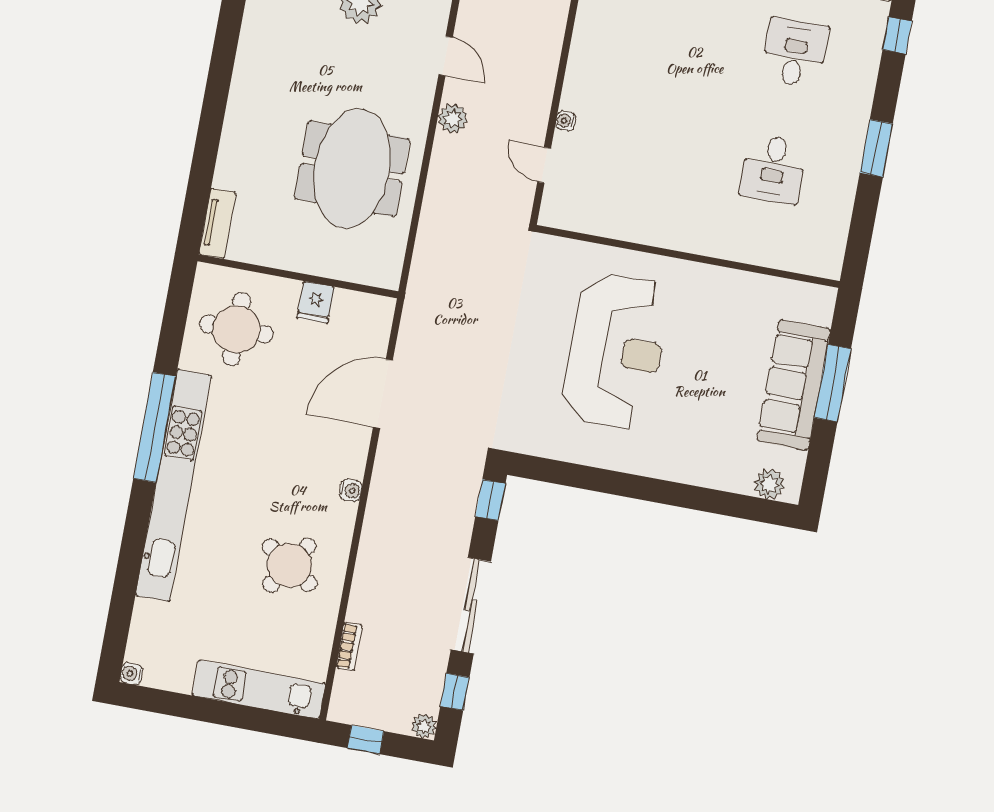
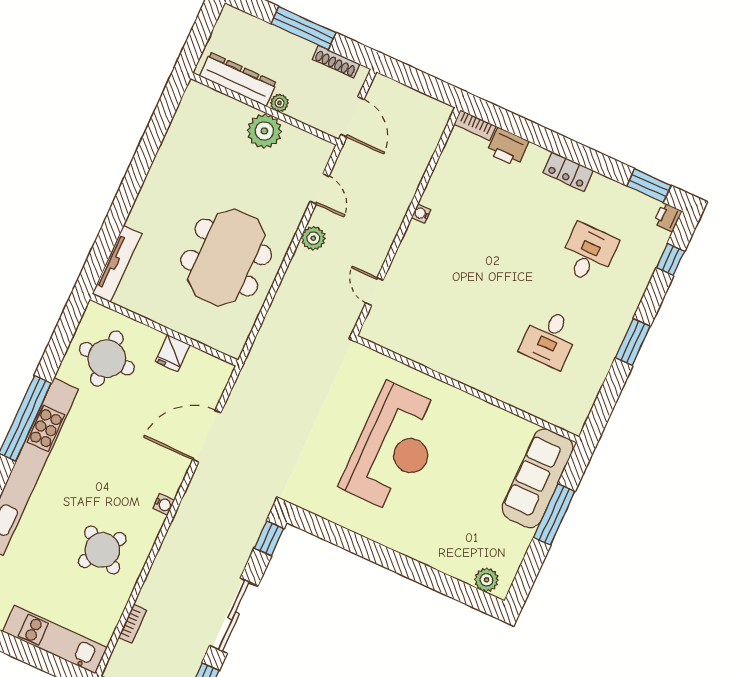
water cooler: (565, 121) -> (421, 214), moved
tv unit: (217, 223) -> (117, 264), width x1.41
sofa: (794, 385) -> (538, 478), moved

